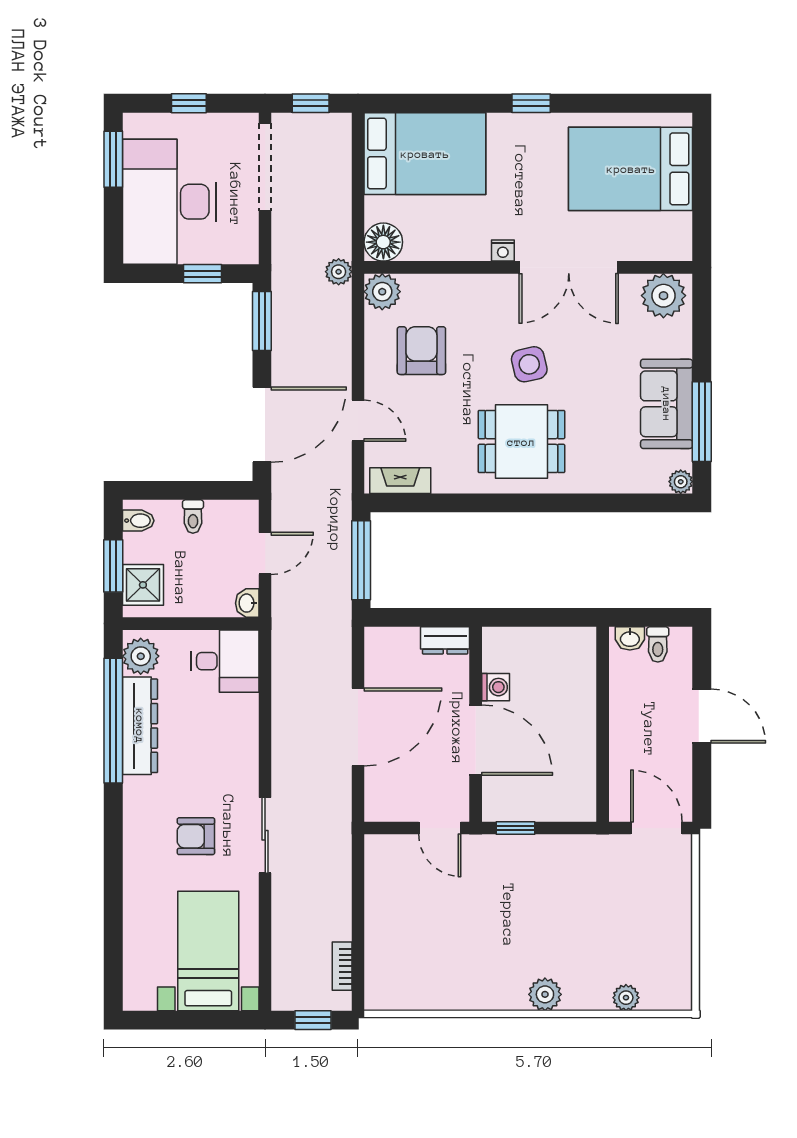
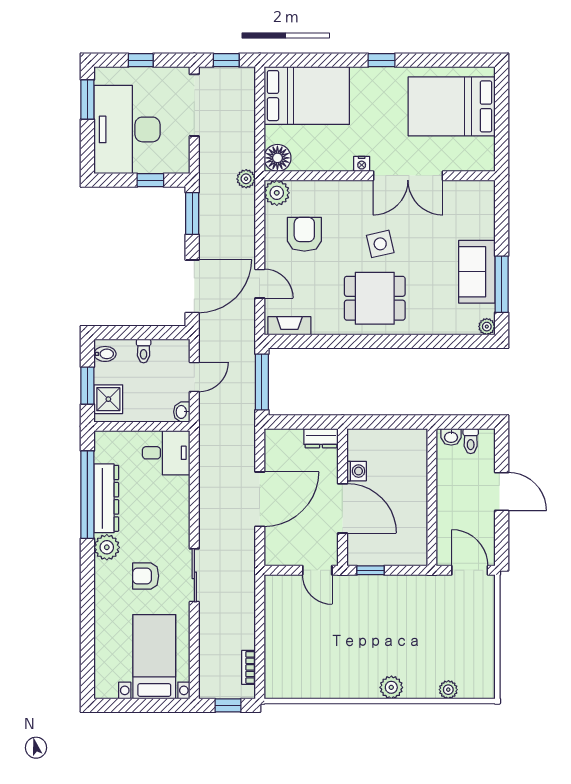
plant: (663, 296) -> (475, 196), removed
plant: (141, 656) -> (107, 547), moved

